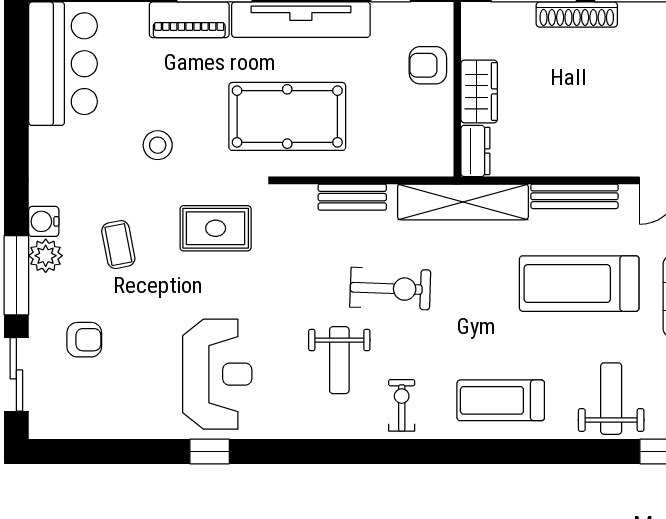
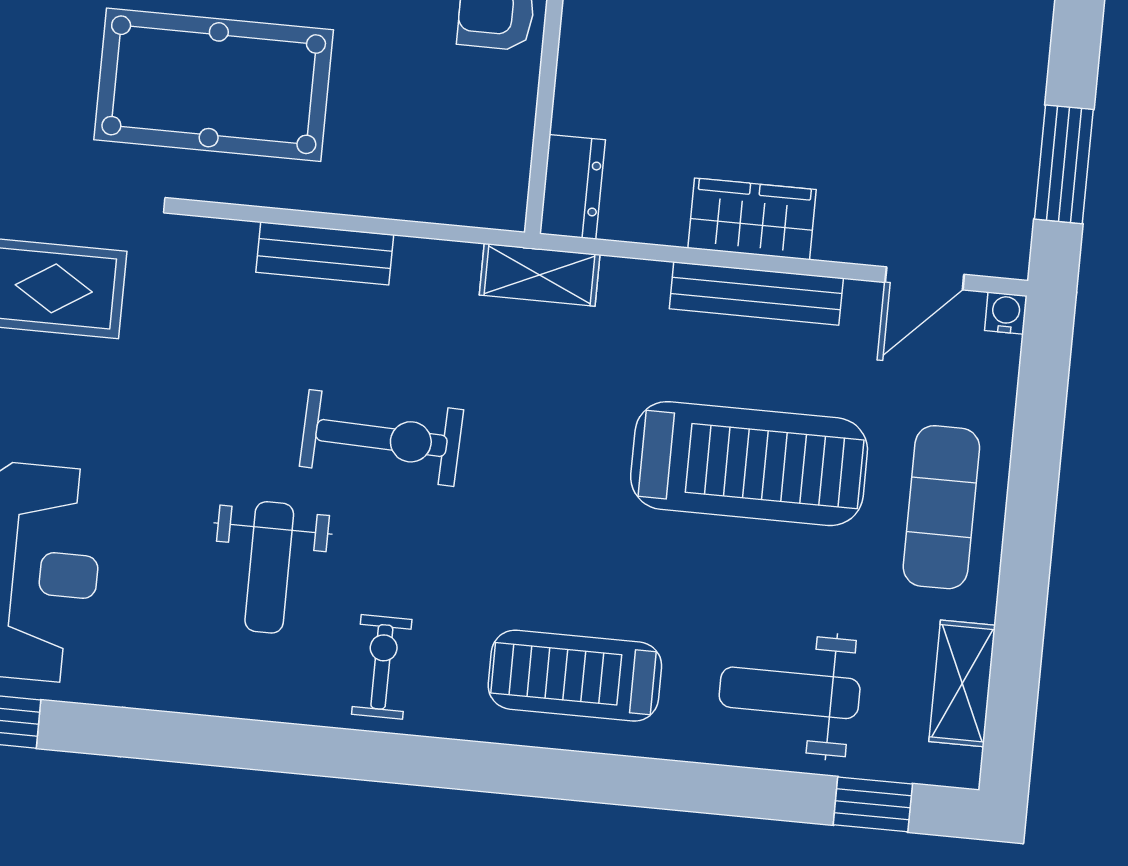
wardrobe: (479, 91) -> (752, 219), moved, turned -90
shelving: (463, 202) -> (540, 275), width x0.45, depth x0.75
treadmill: (579, 284) -> (749, 464), turned 180
weight bench: (611, 399) -> (790, 693), turned -90

